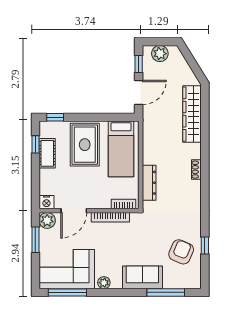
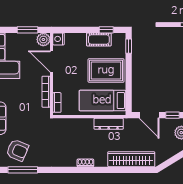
dresser: (149, 183) -> (109, 124), moved
window: (205, 246) -> (23, 170), width x2.17

